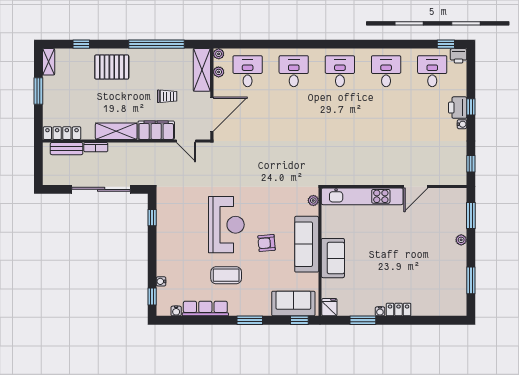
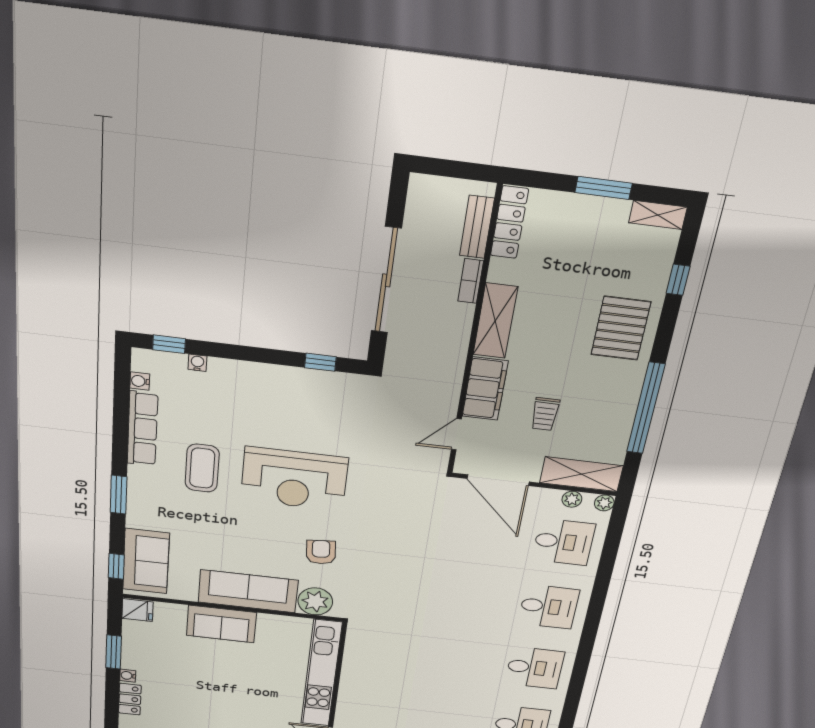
plant: (313, 200) -> (315, 601), width x1.88, depth x1.88
armchair: (267, 243) -> (321, 552), moved

